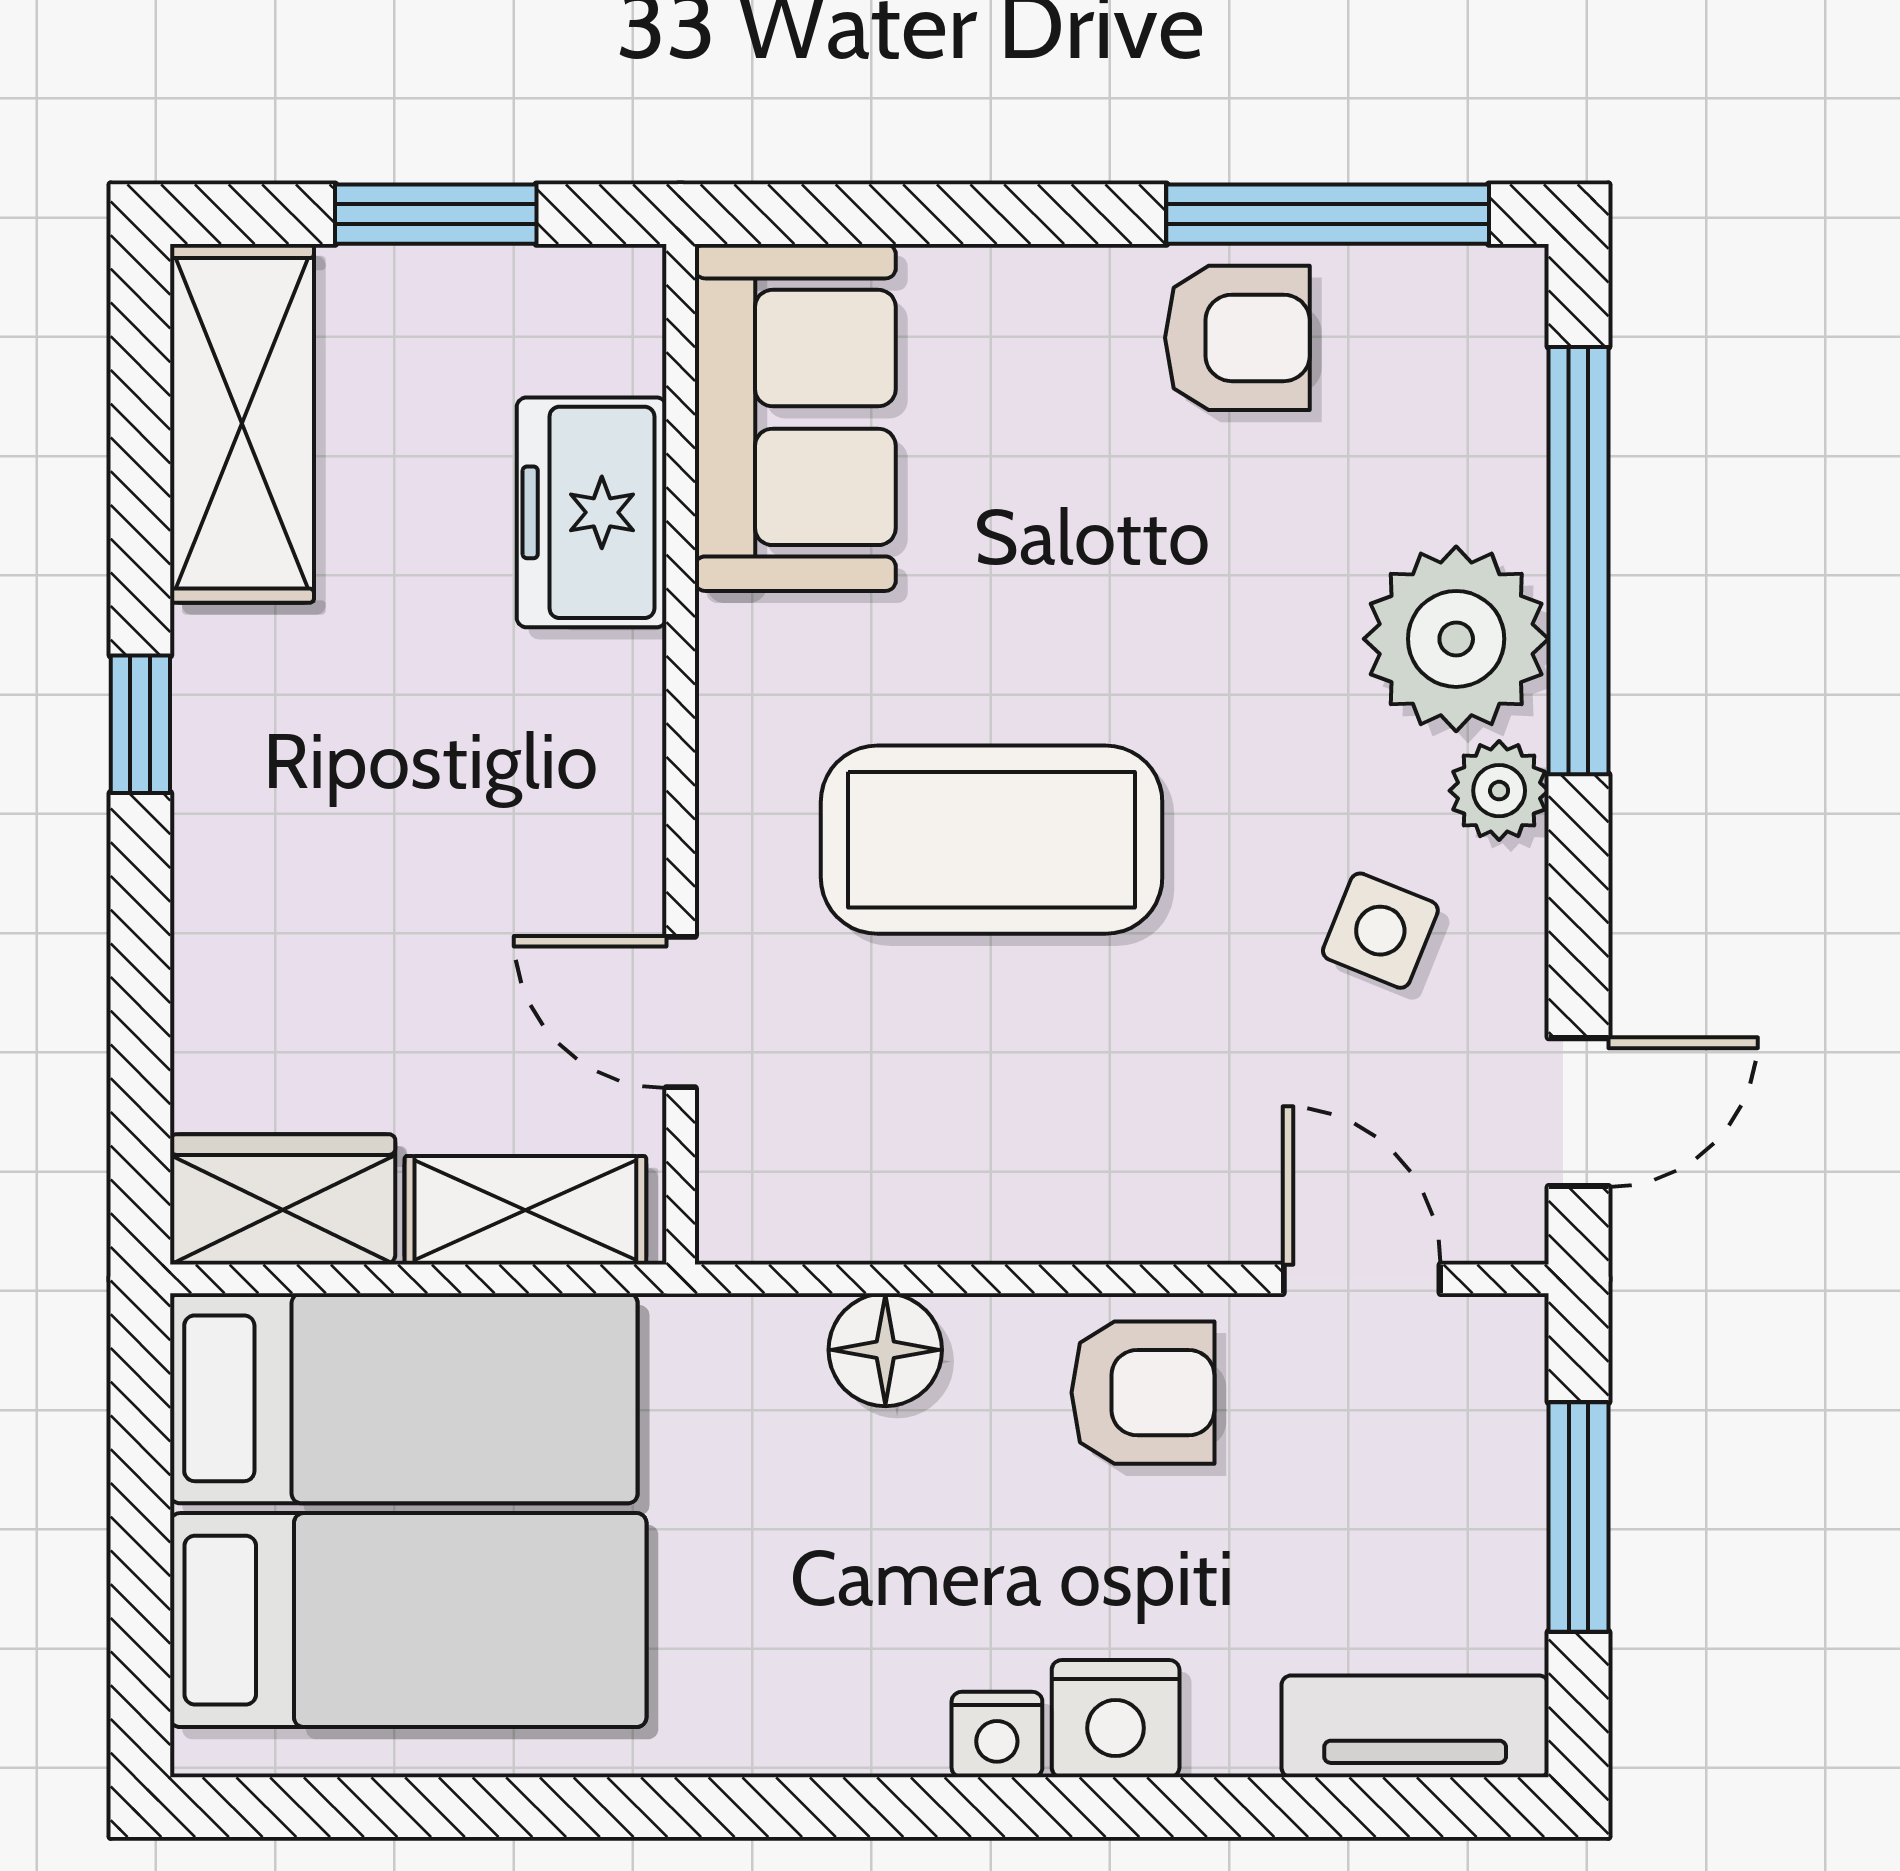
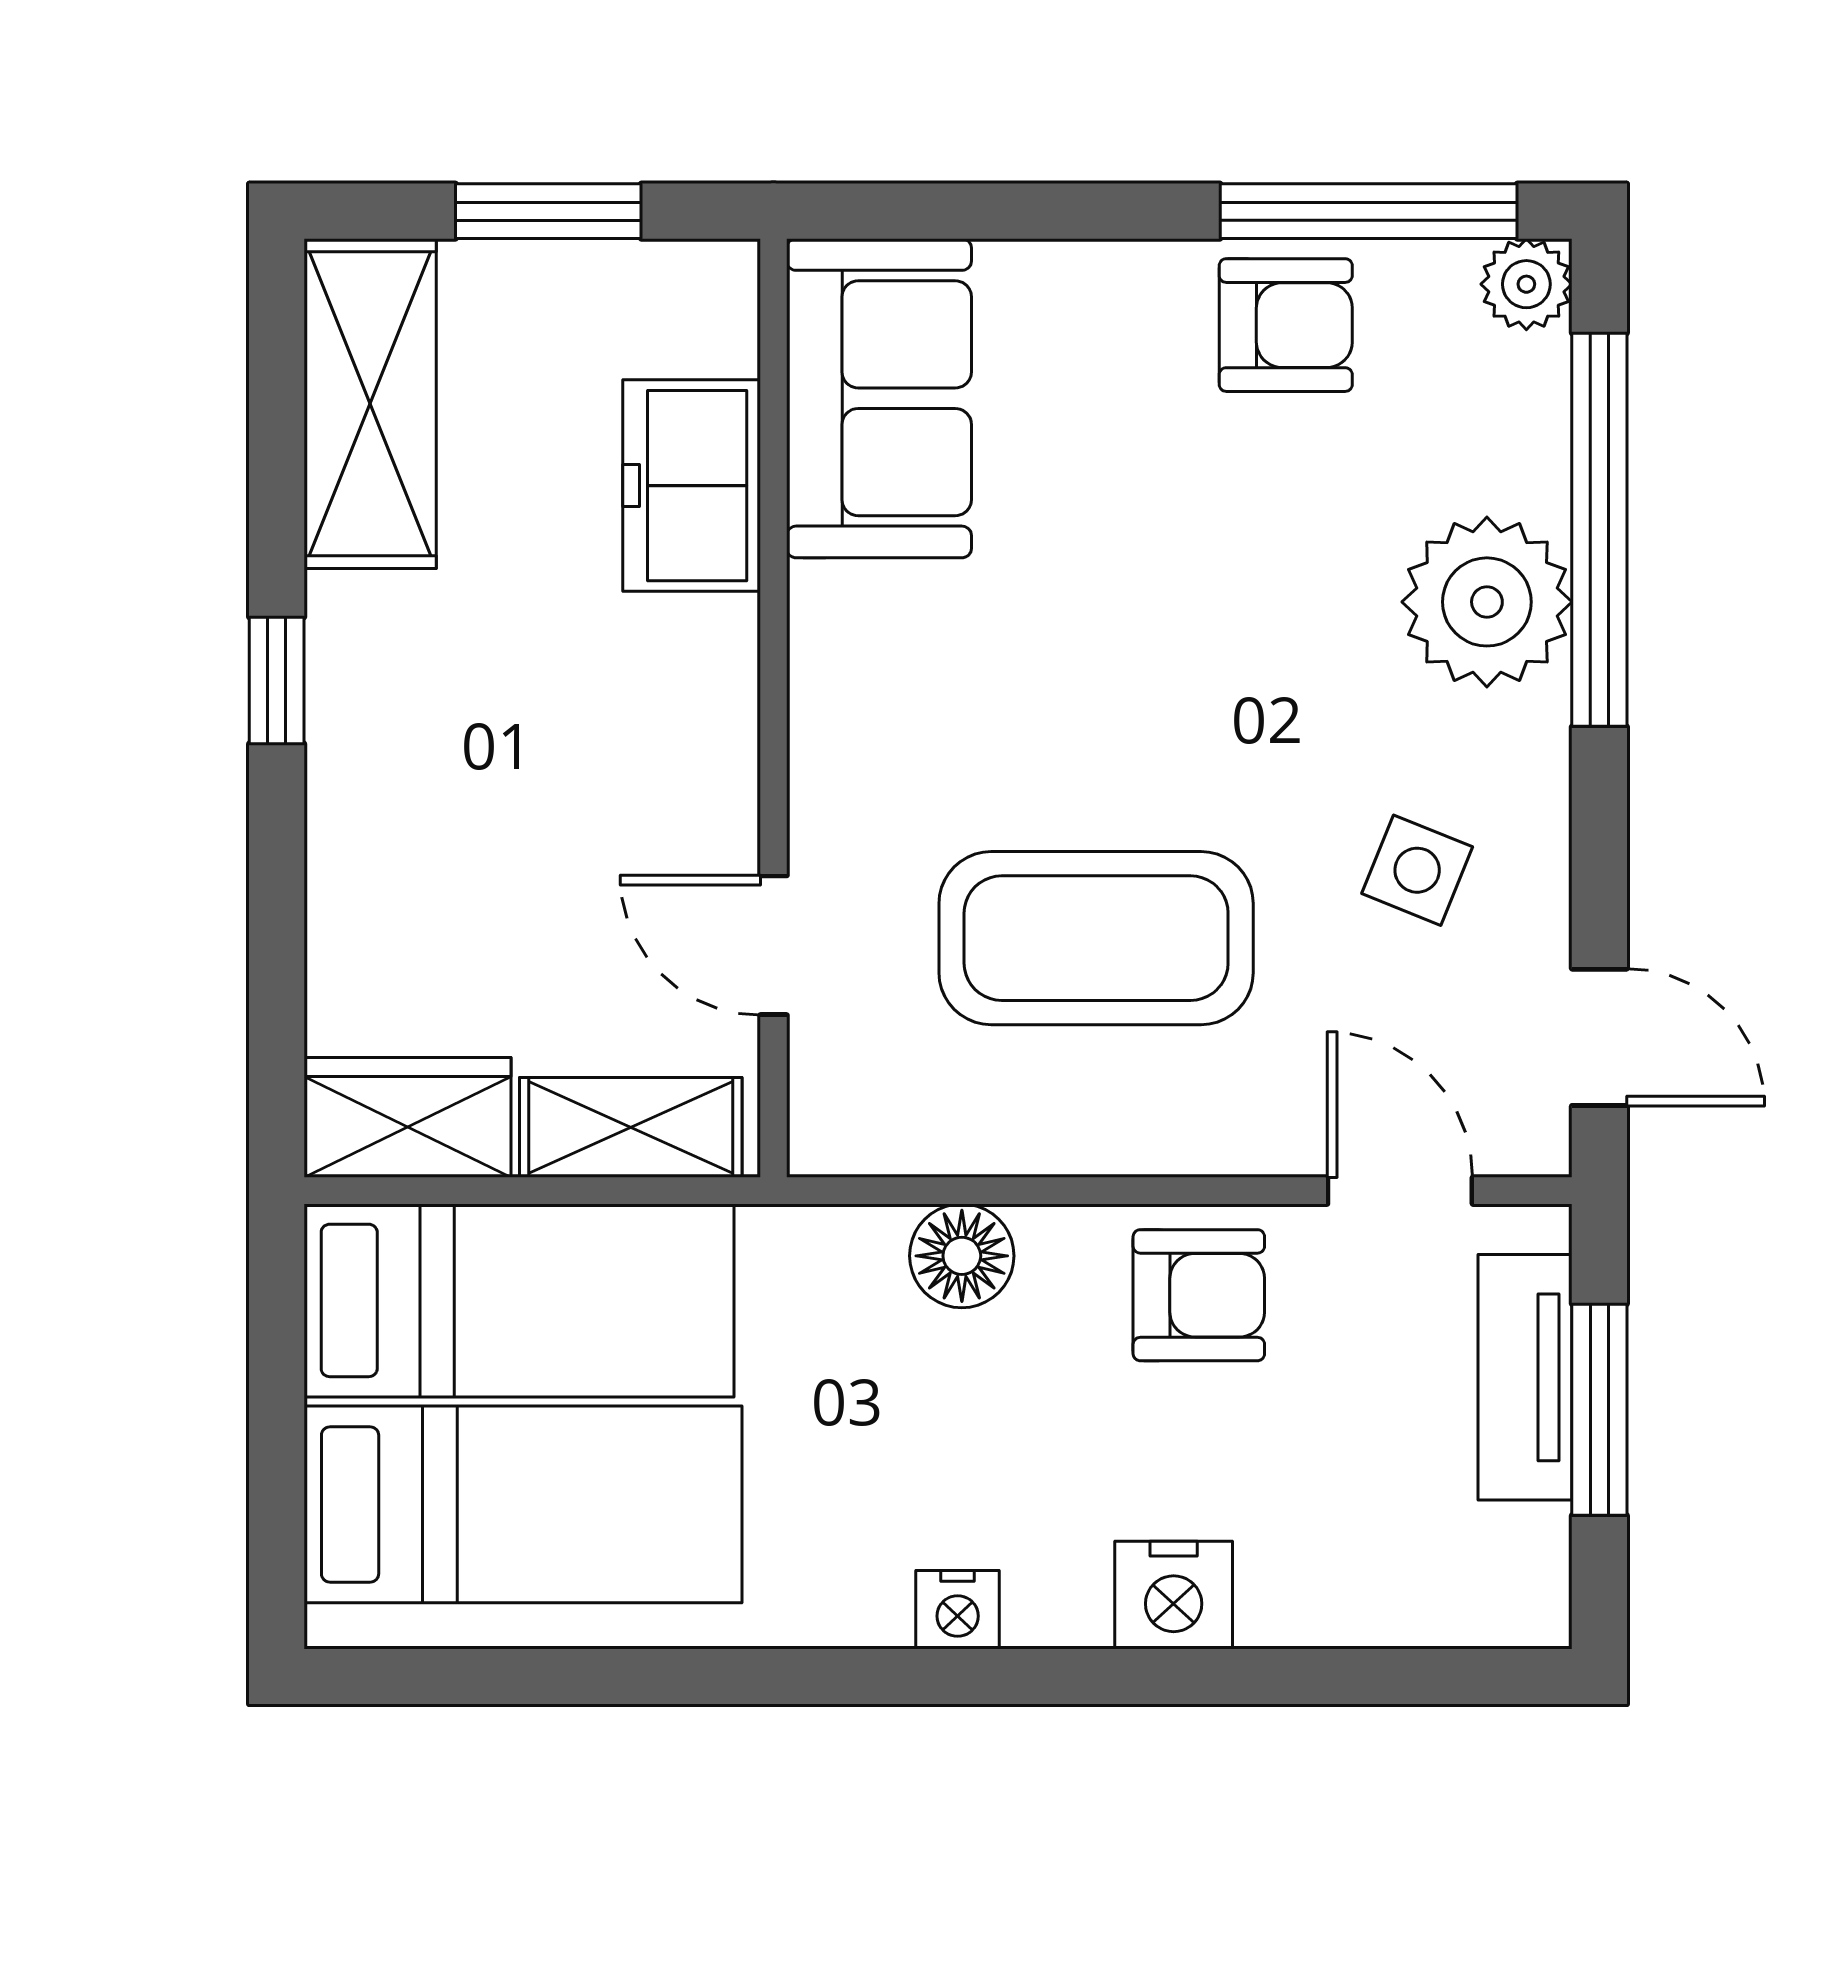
plant: (1499, 791) -> (1526, 284), moved
coffee table: (992, 840) -> (1096, 938), moved
door: (1578, 1112) -> (1599, 1037), hinge flipped
tv unit: (1415, 1726) -> (1525, 1377), moved, turned -90
nightstand: (997, 1735) -> (958, 1610), moved

